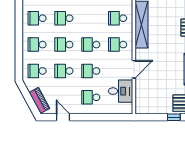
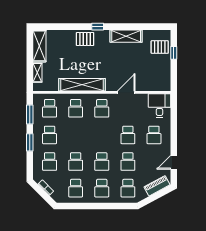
school desk: (91, 45) -> (102, 135), removed
door: (134, 69) -> (126, 92), hinge flipped
desk: (120, 91) -> (159, 105), moved

